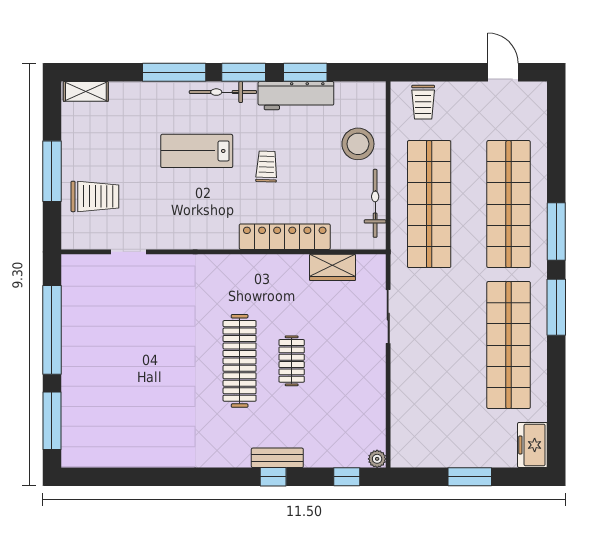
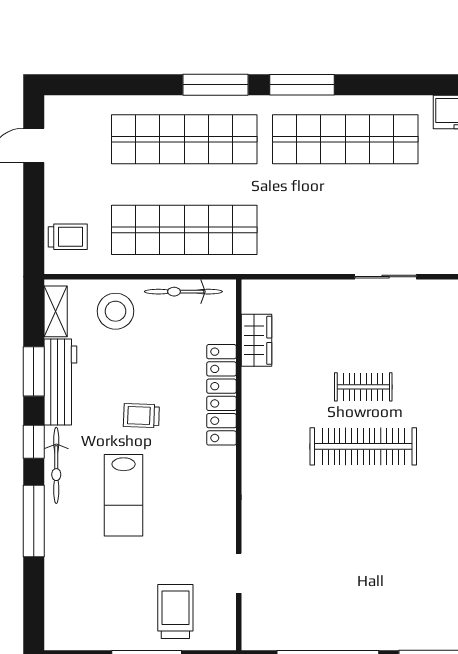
window: (244, 72) -> (34, 442), width x0.67
shelving: (86, 91) -> (56, 311), moved
sliding door: (388, 317) -> (386, 277), moved

